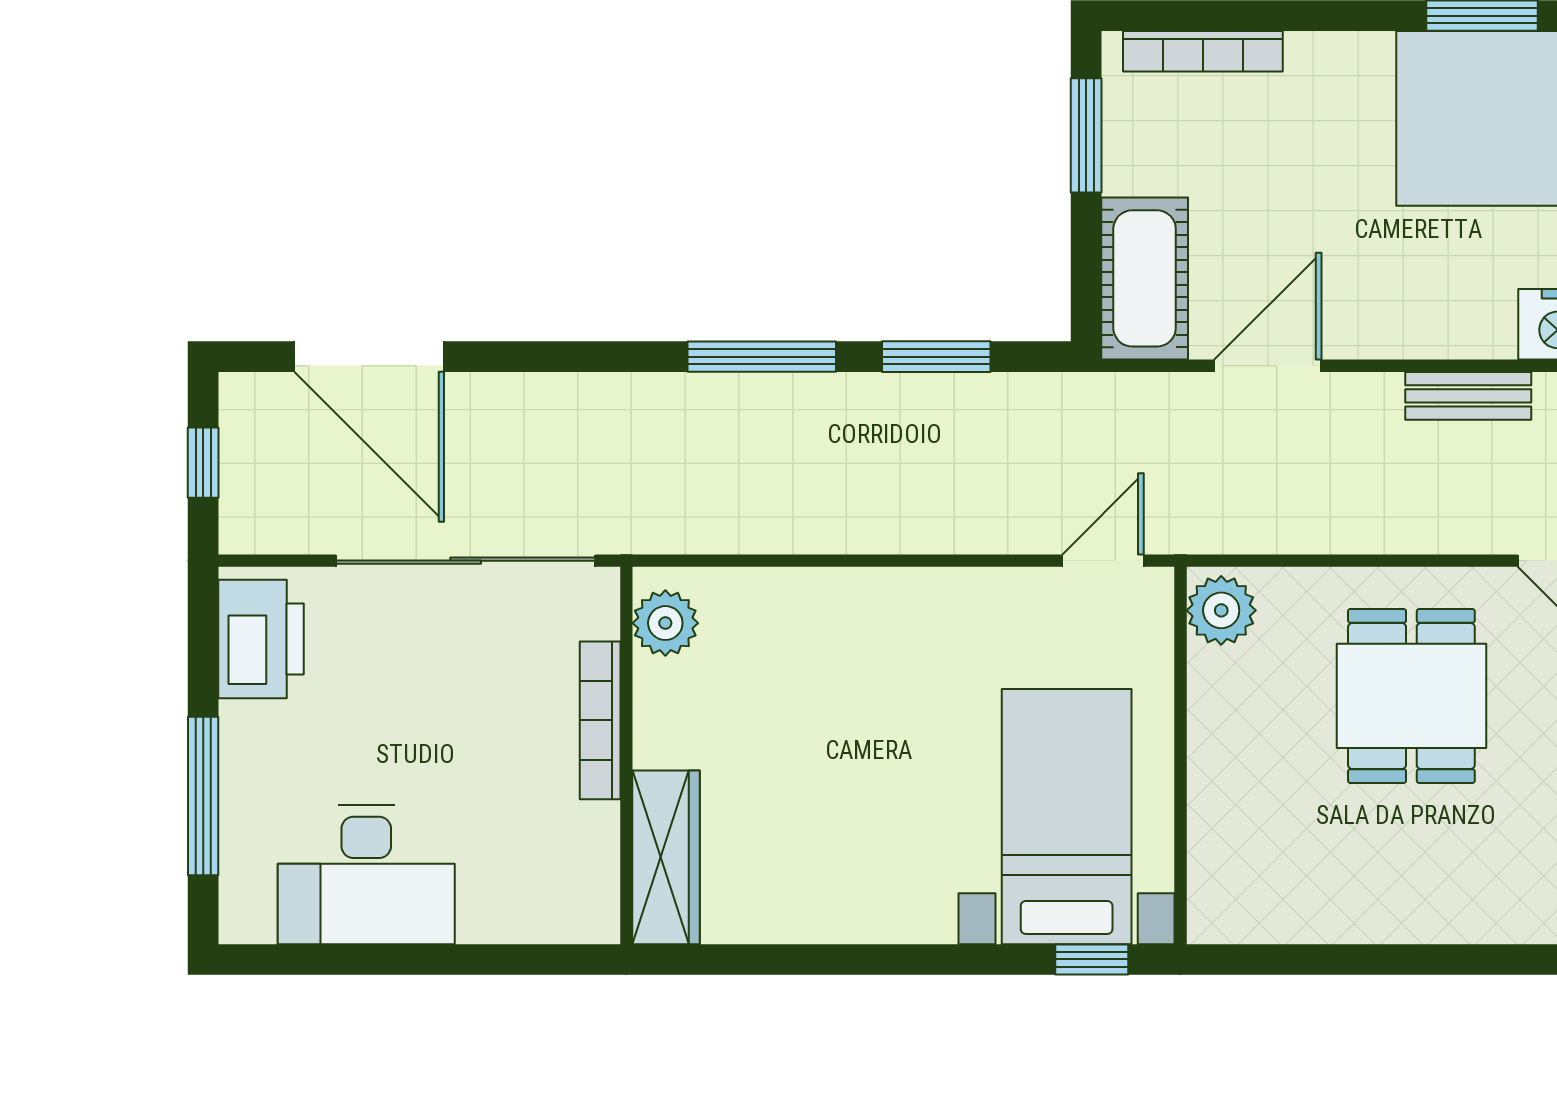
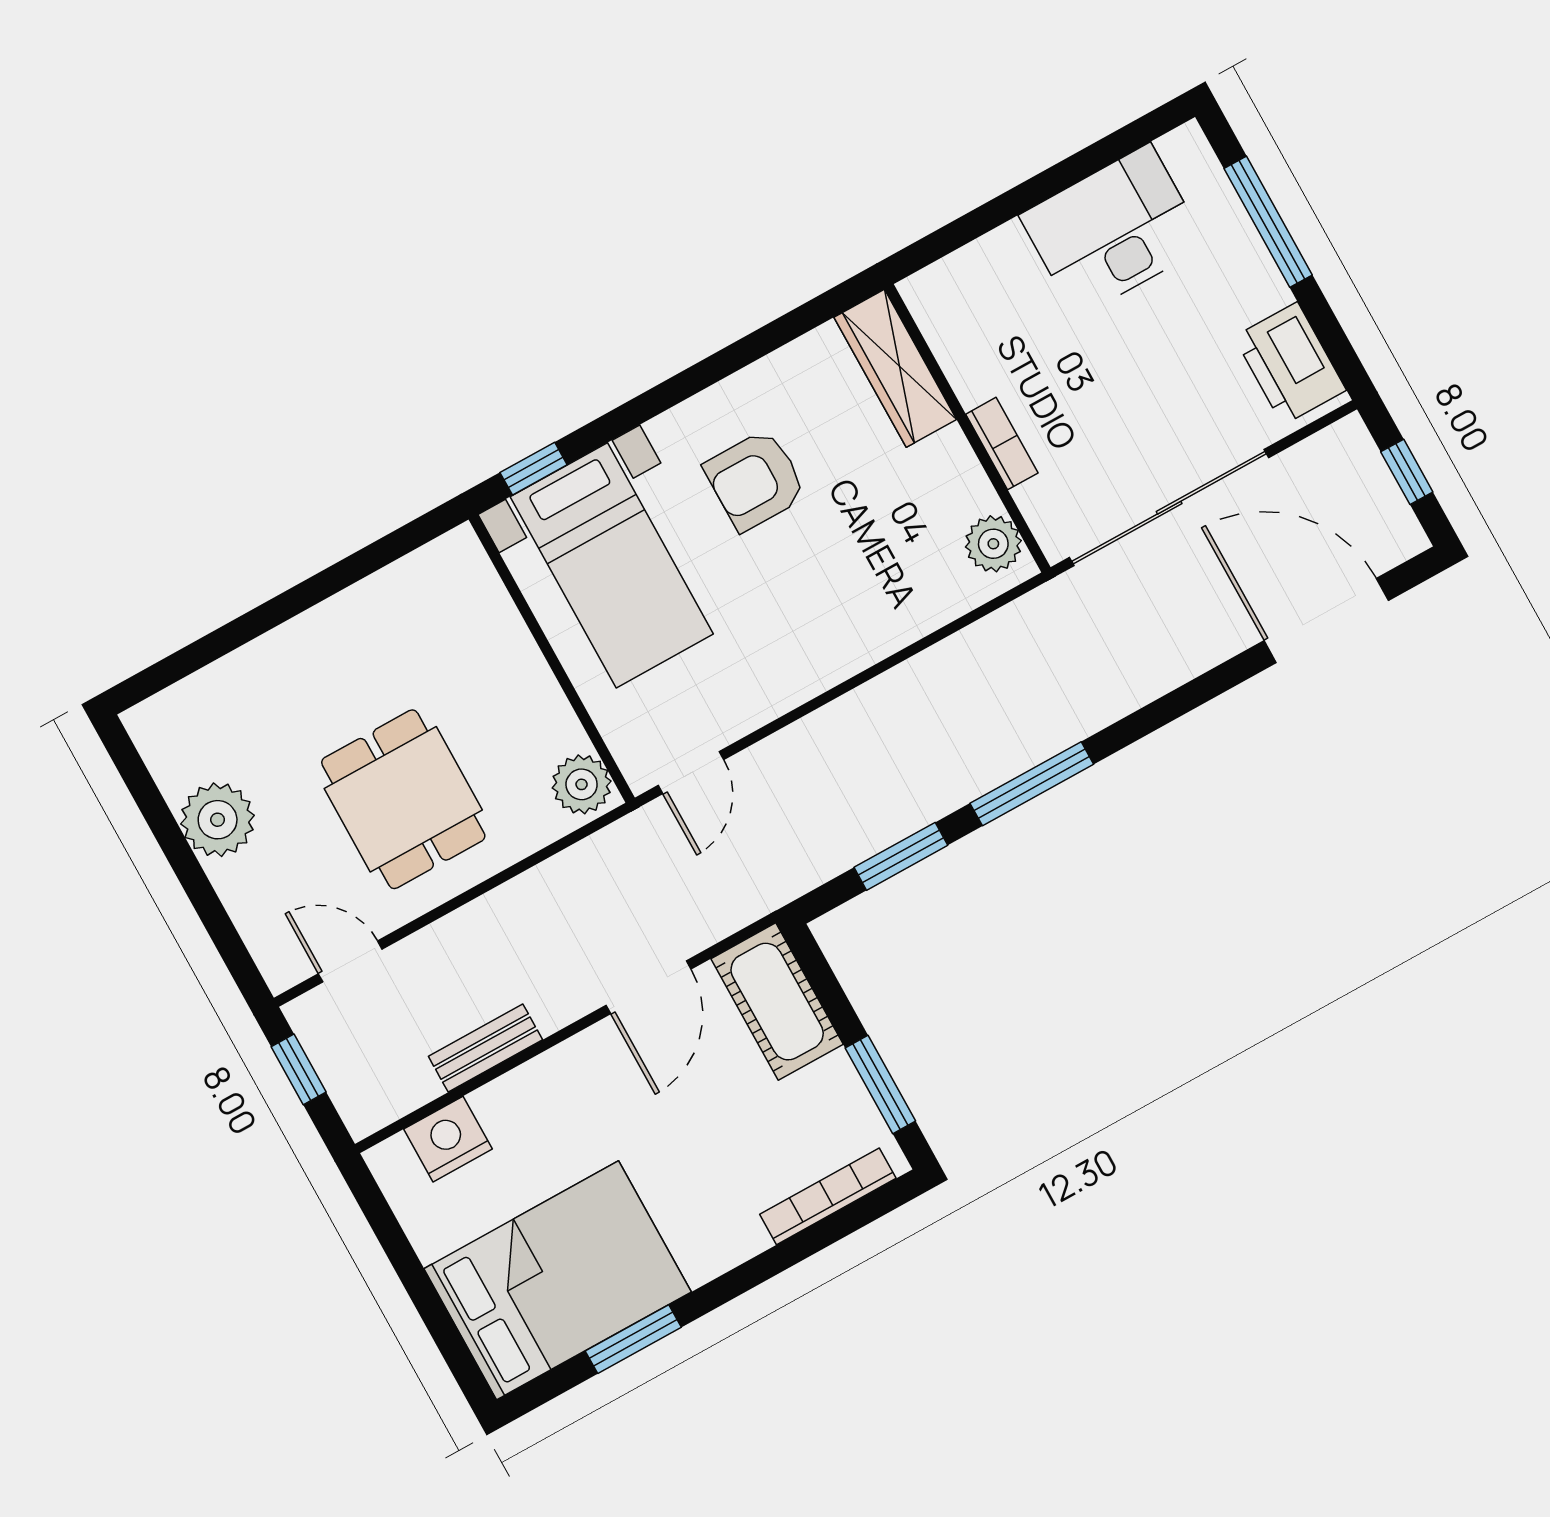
bookcase: (600, 720) -> (1002, 444), width x0.64
armchair: (872, 822) -> (755, 480), added

